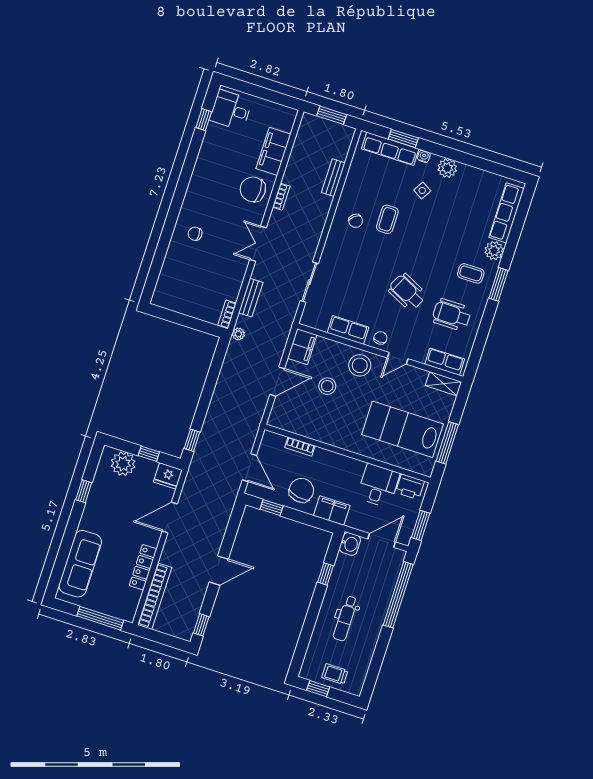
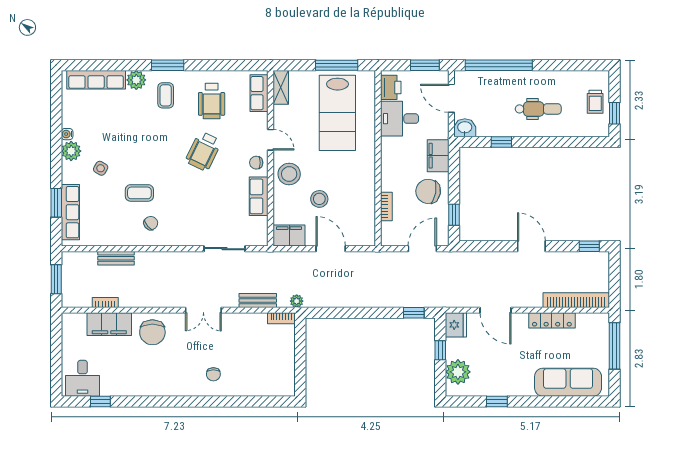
water cooler: (424, 156) -> (67, 134), moved
bookcase: (281, 197) -> (105, 302), moved

